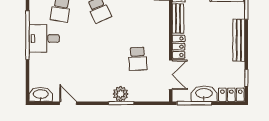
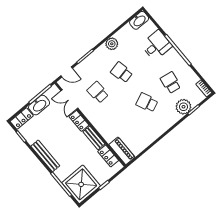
desk: (44, 38) -> (156, 45), moved
school desk: (99, 59) -> (122, 72), added
plant: (121, 94) -> (112, 44), moved
door: (68, 103) -> (67, 72), moved

